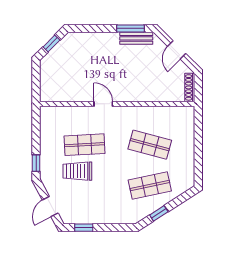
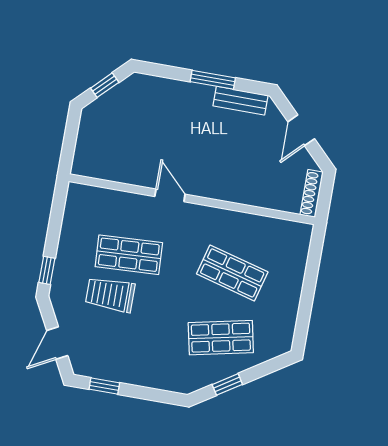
window: (131, 28) -> (213, 80), moved

